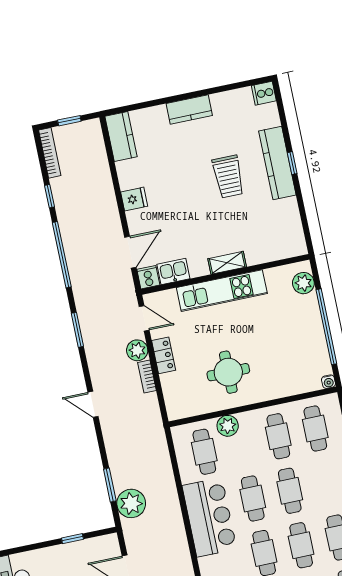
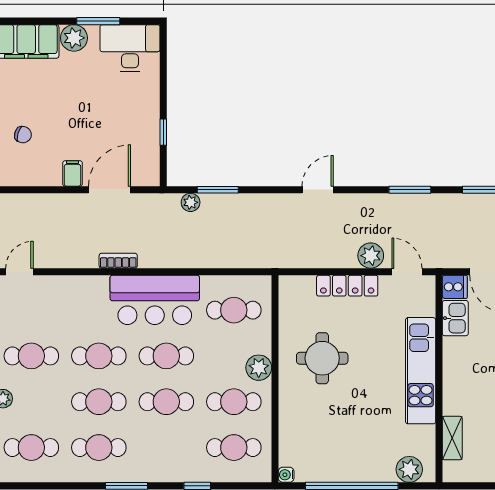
shelving: (227, 263) -> (452, 438), moved
door: (144, 318) -> (407, 272), swing flipped
locker: (164, 355) -> (347, 286), width x1.53
bookcase: (147, 377) -> (118, 261), moved
plant: (228, 426) -> (259, 368), moved
plant: (131, 503) -> (191, 202), width x0.53, depth x0.53

